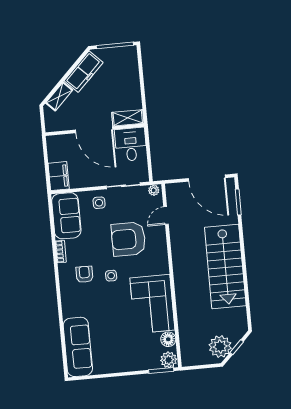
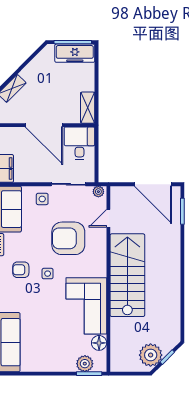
freezer: (84, 72) -> (75, 53), moved, turned 45
shelving: (128, 118) -> (88, 108), moved, turned 90
stairs: (225, 267) -> (127, 275), moved, turned 180
armchair: (84, 274) -> (21, 270), turned -90
plant: (169, 360) -> (85, 364), moved

